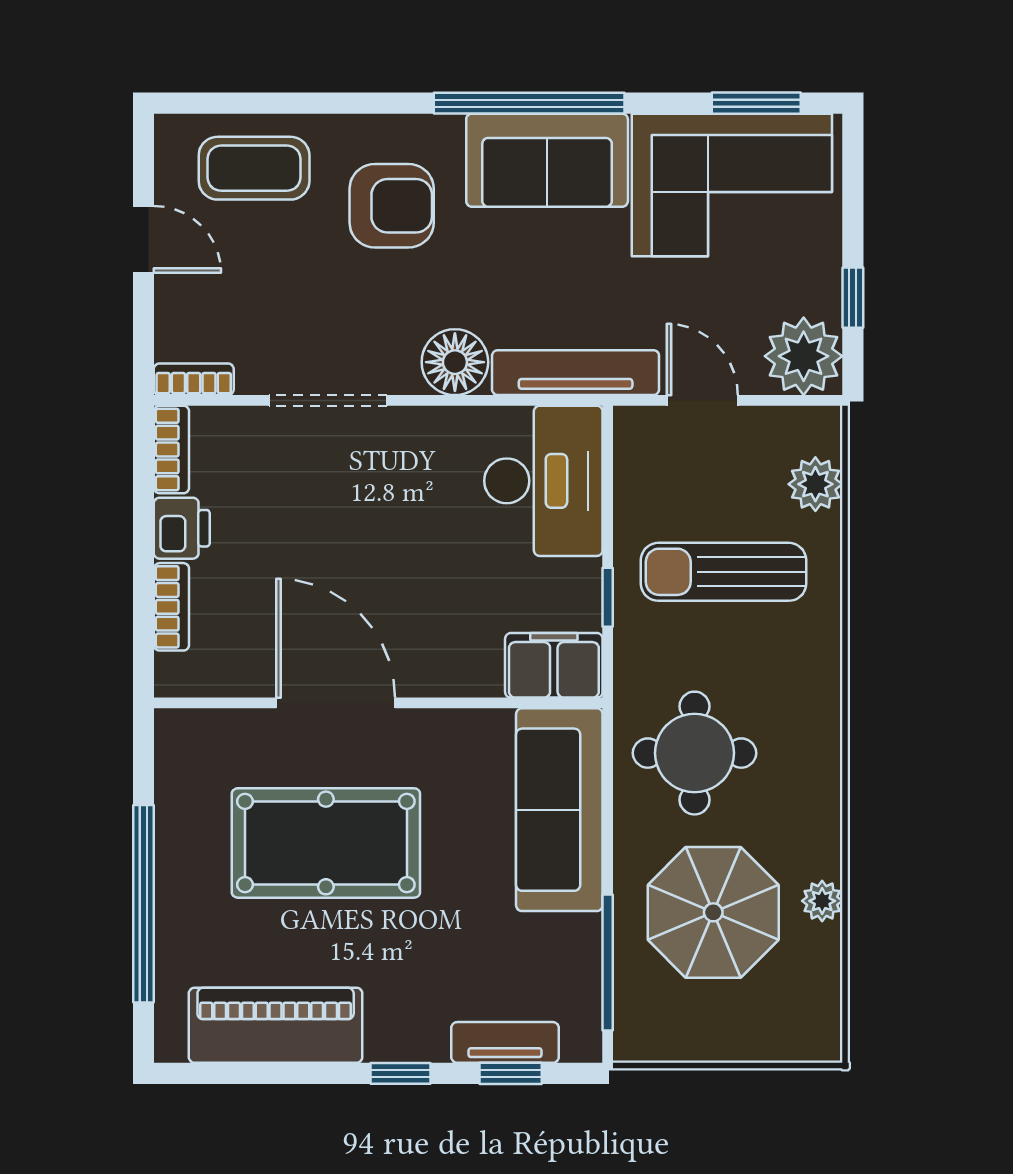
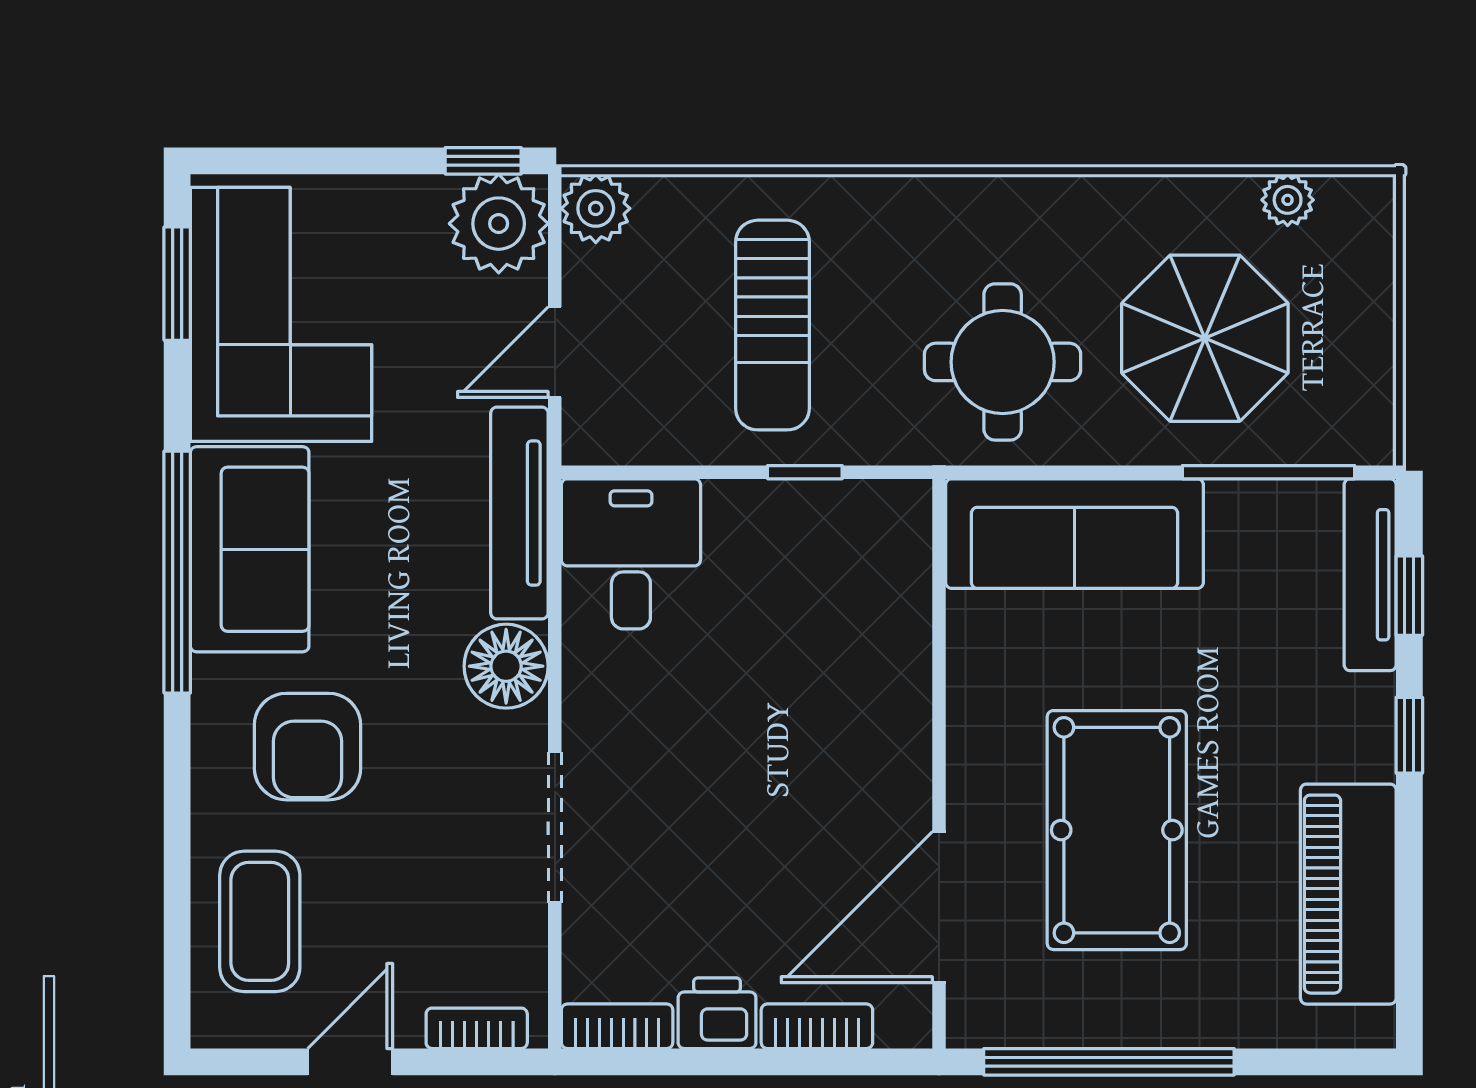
armchair: (392, 206) -> (307, 747), turned 180
window: (853, 298) -> (483, 161), moved
bookcase: (194, 379) -> (477, 1028), moved, turned 90
desk: (543, 481) -> (631, 554), width x0.73
plant: (815, 484) -> (596, 208), moved
filing cabinet: (554, 665) -> (891, 541), removed
door: (336, 703) -> (939, 907), moved
plant: (822, 901) -> (1288, 200), moved
window: (143, 904) -> (1109, 1062), moved
tv unit: (505, 1042) -> (1370, 575), width x1.41

